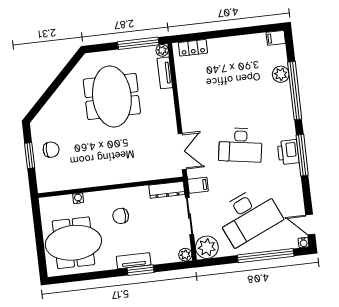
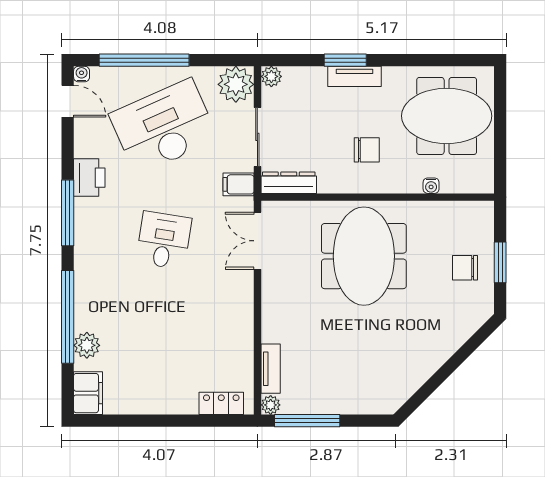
filing cabinet: (276, 38) -> (88, 393), width x2.00
meeting table: (112, 96) -> (364, 256), moved
desk: (240, 145) -> (164, 240), width x0.73
printer: (288, 152) -> (89, 178), moved

